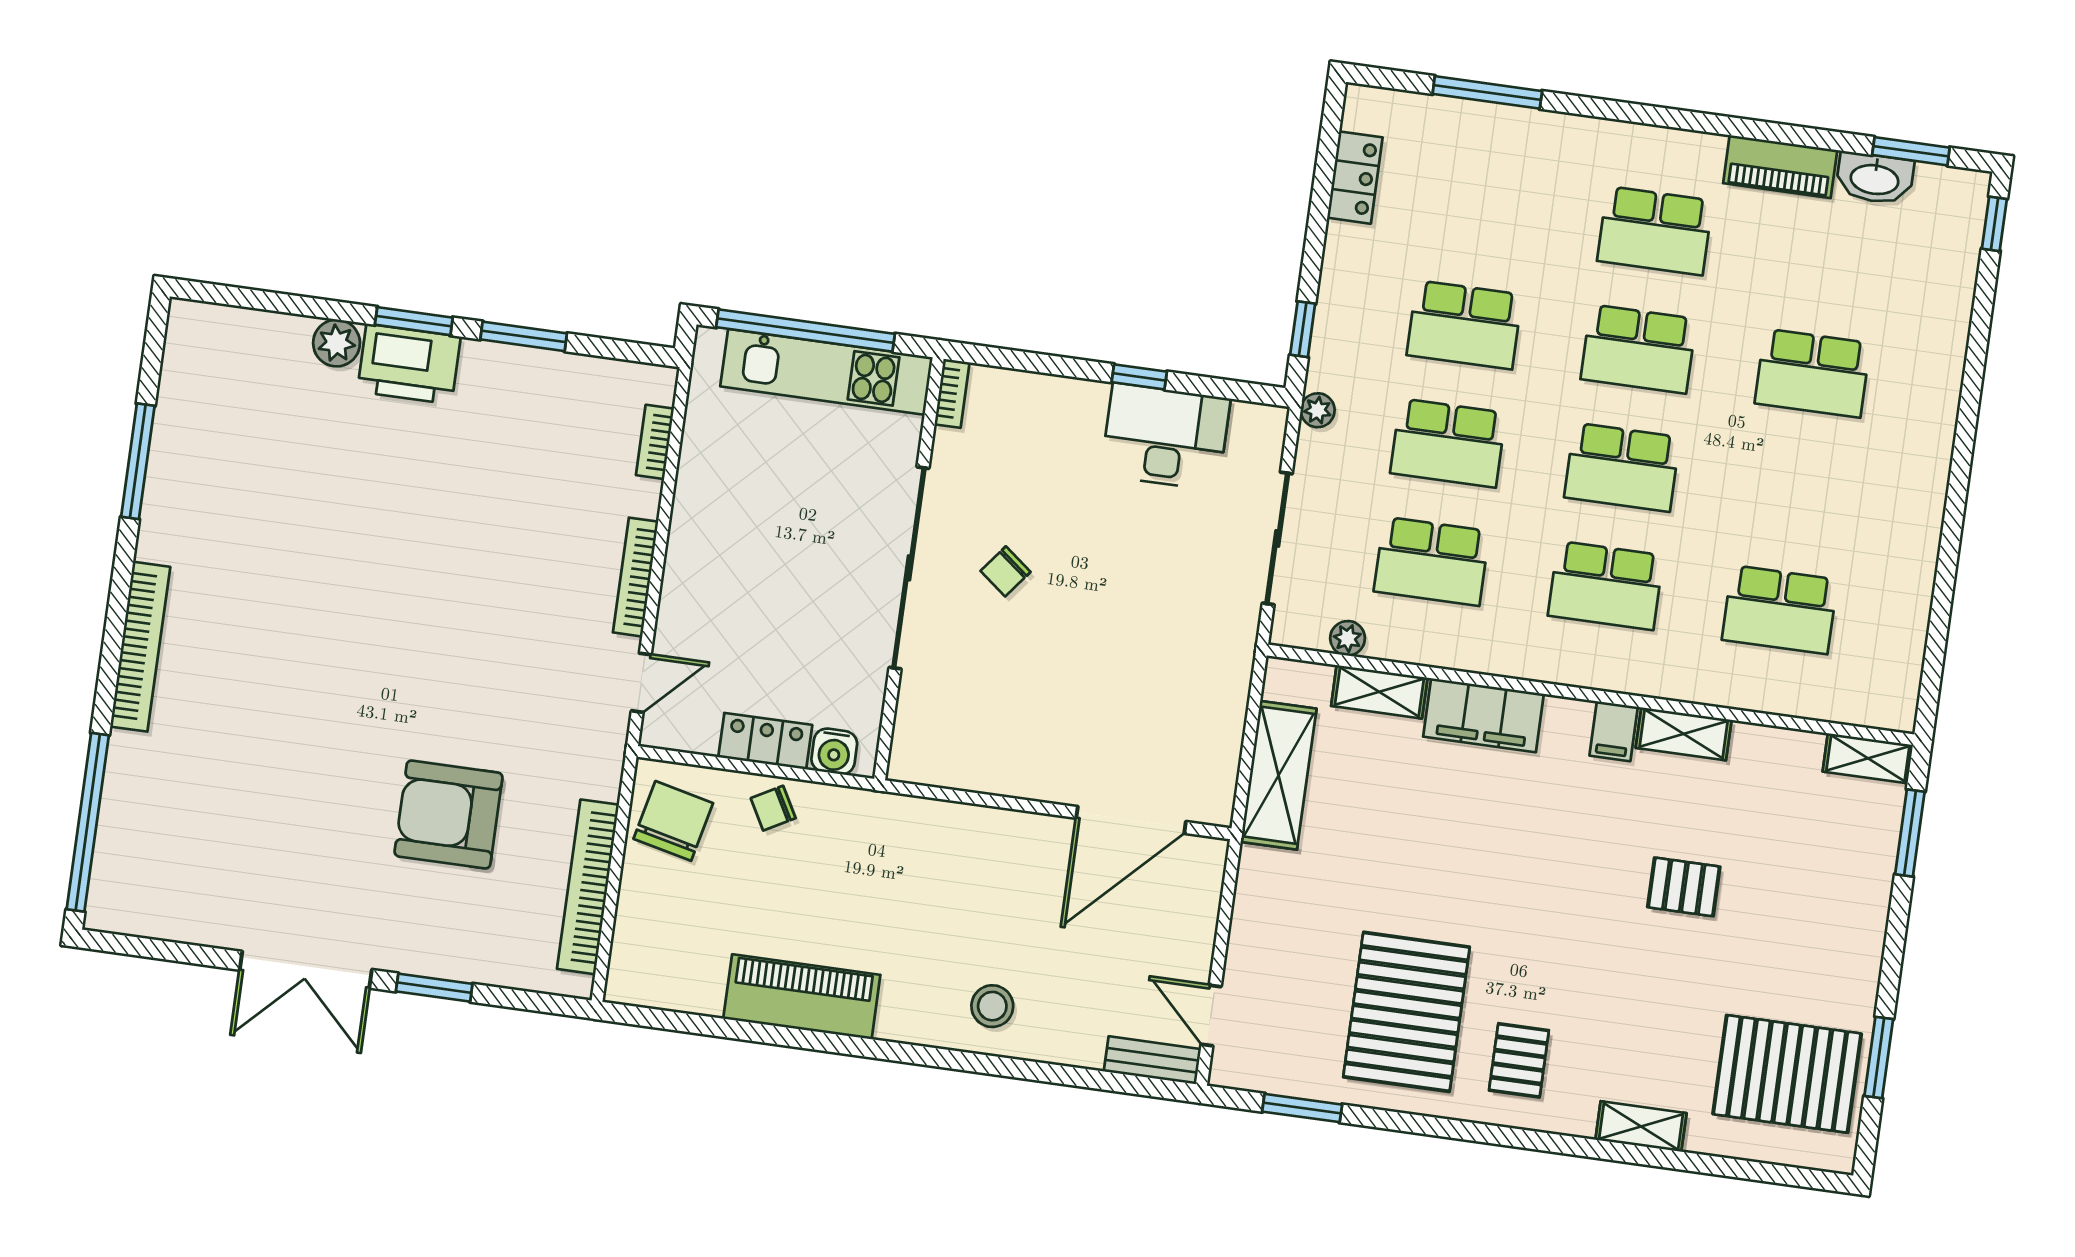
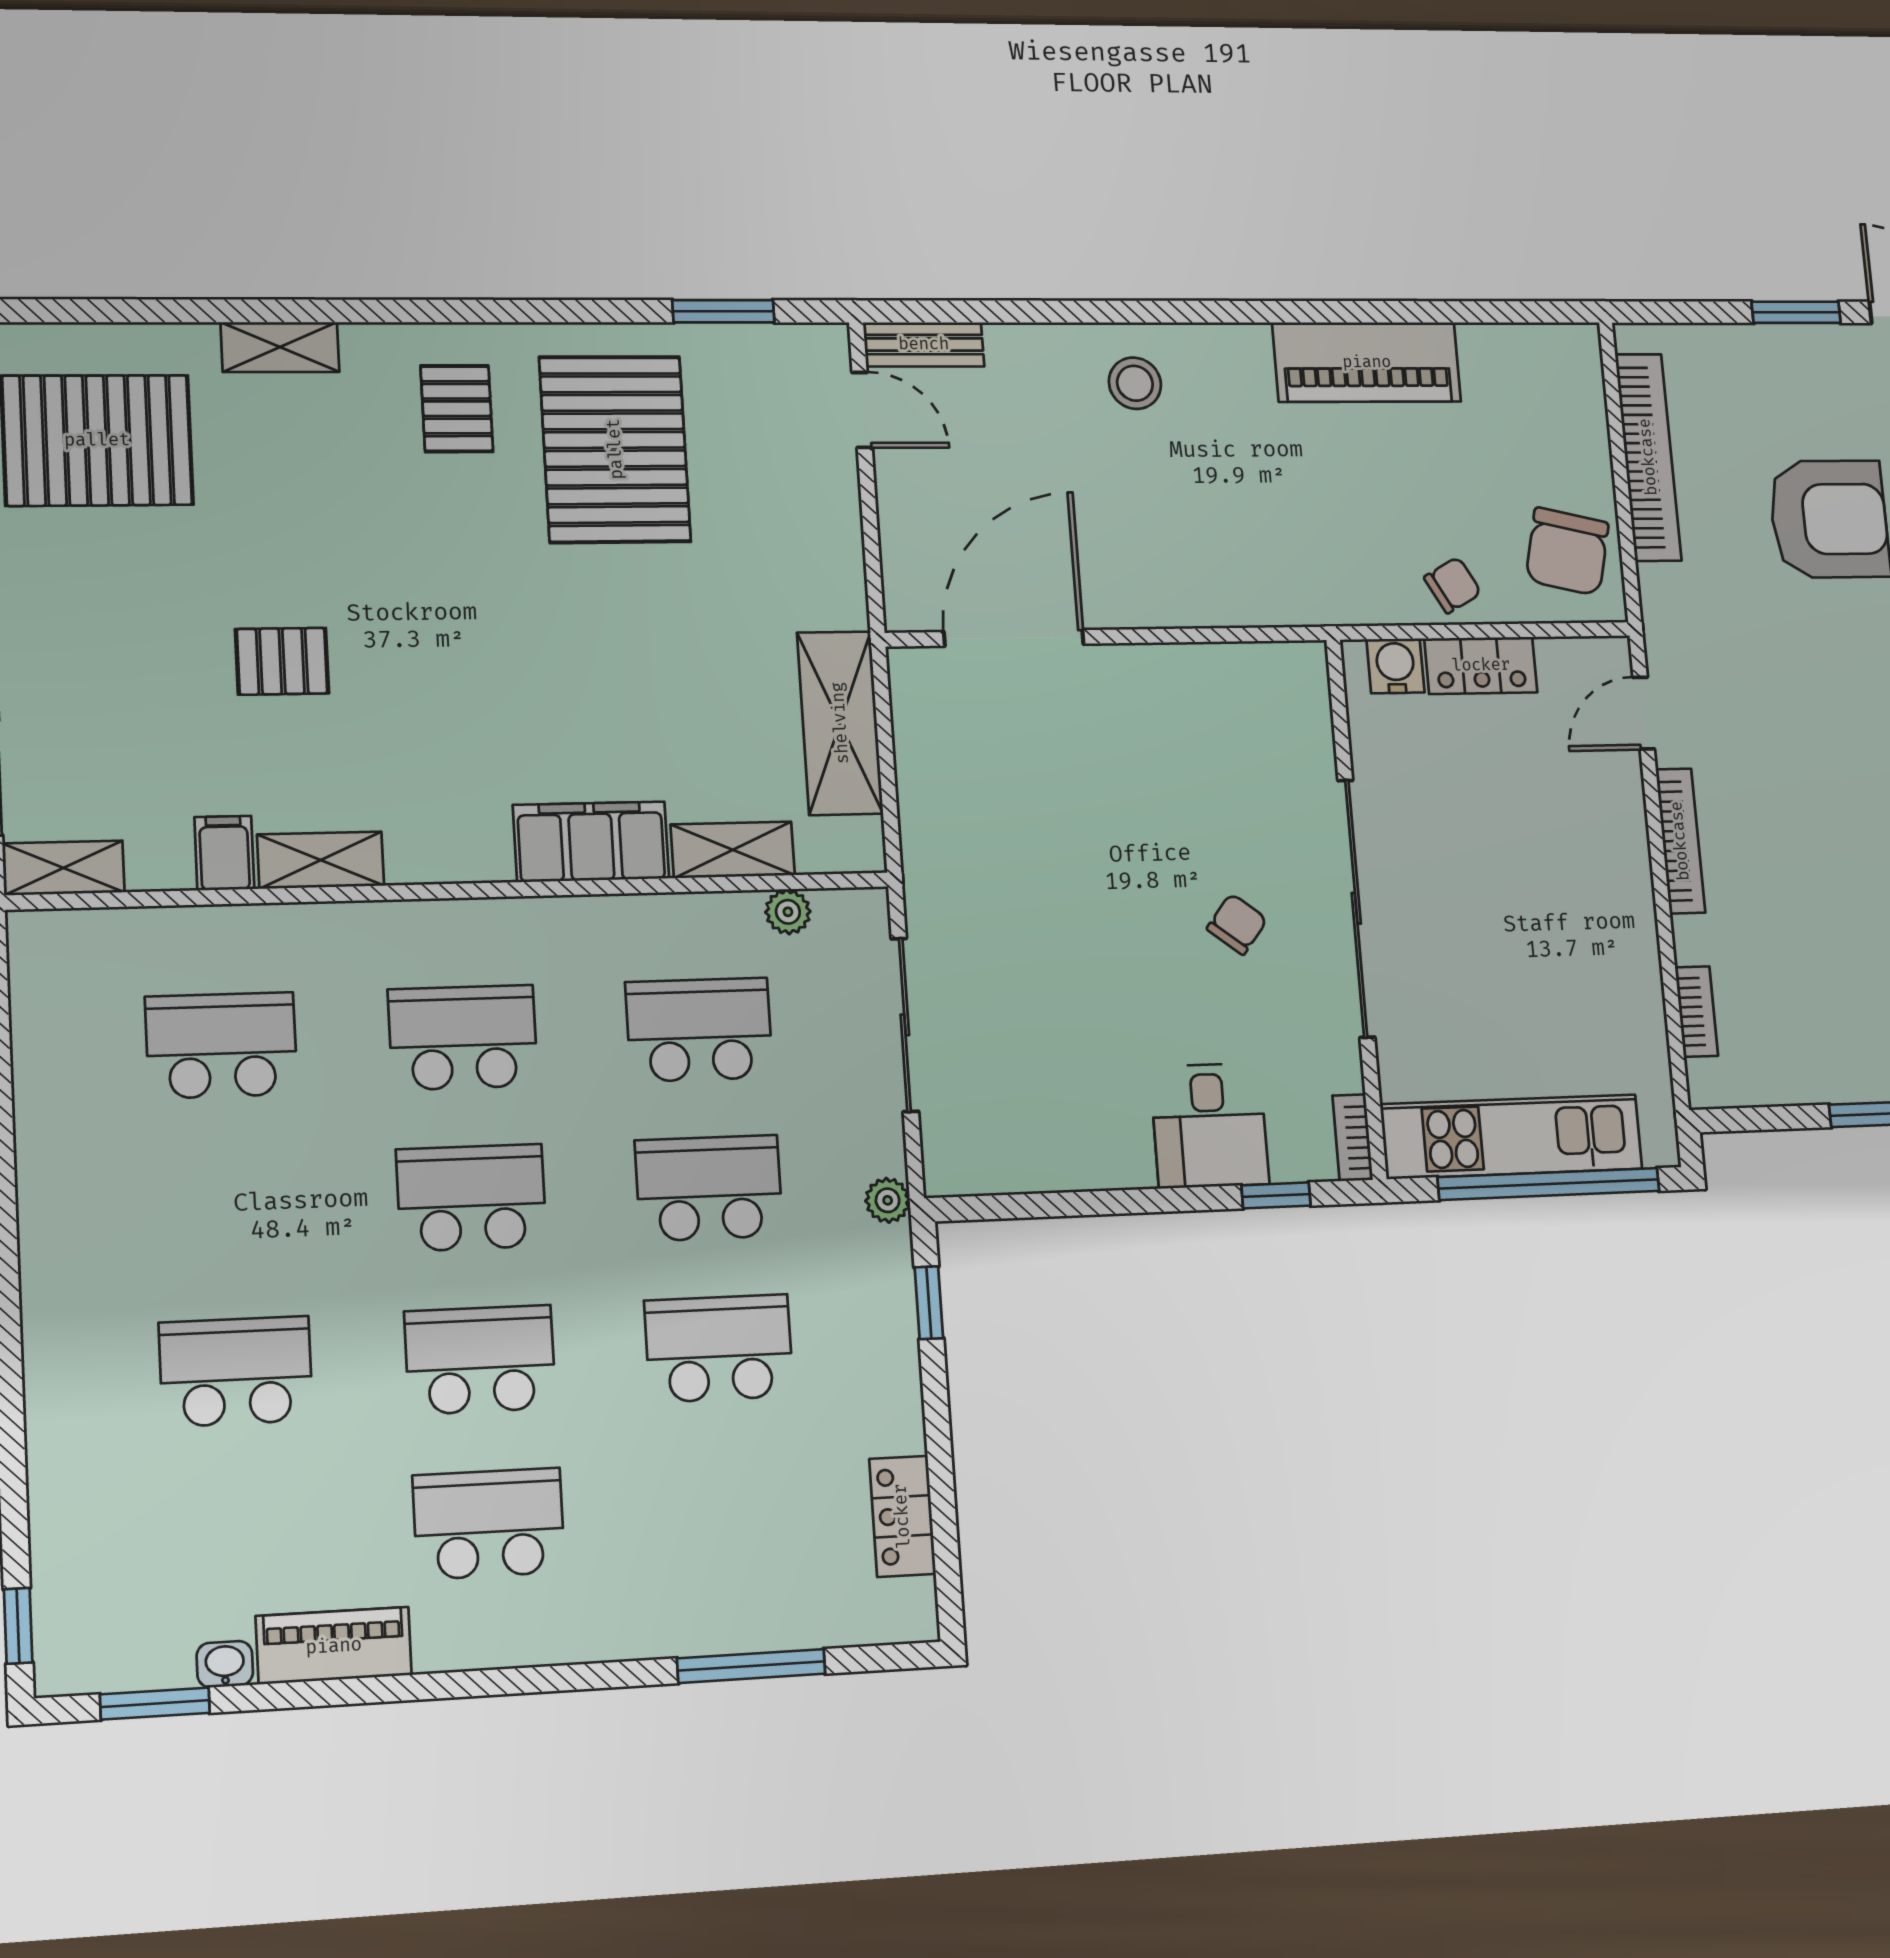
washbasin: (1875, 178) -> (225, 1664), width x0.52, depth x0.69
window: (1139, 377) -> (1276, 1195), moved
desk: (1165, 437) -> (1209, 1125), moved, width x0.73
filing cabinet: (1614, 731) -> (224, 853), moved

